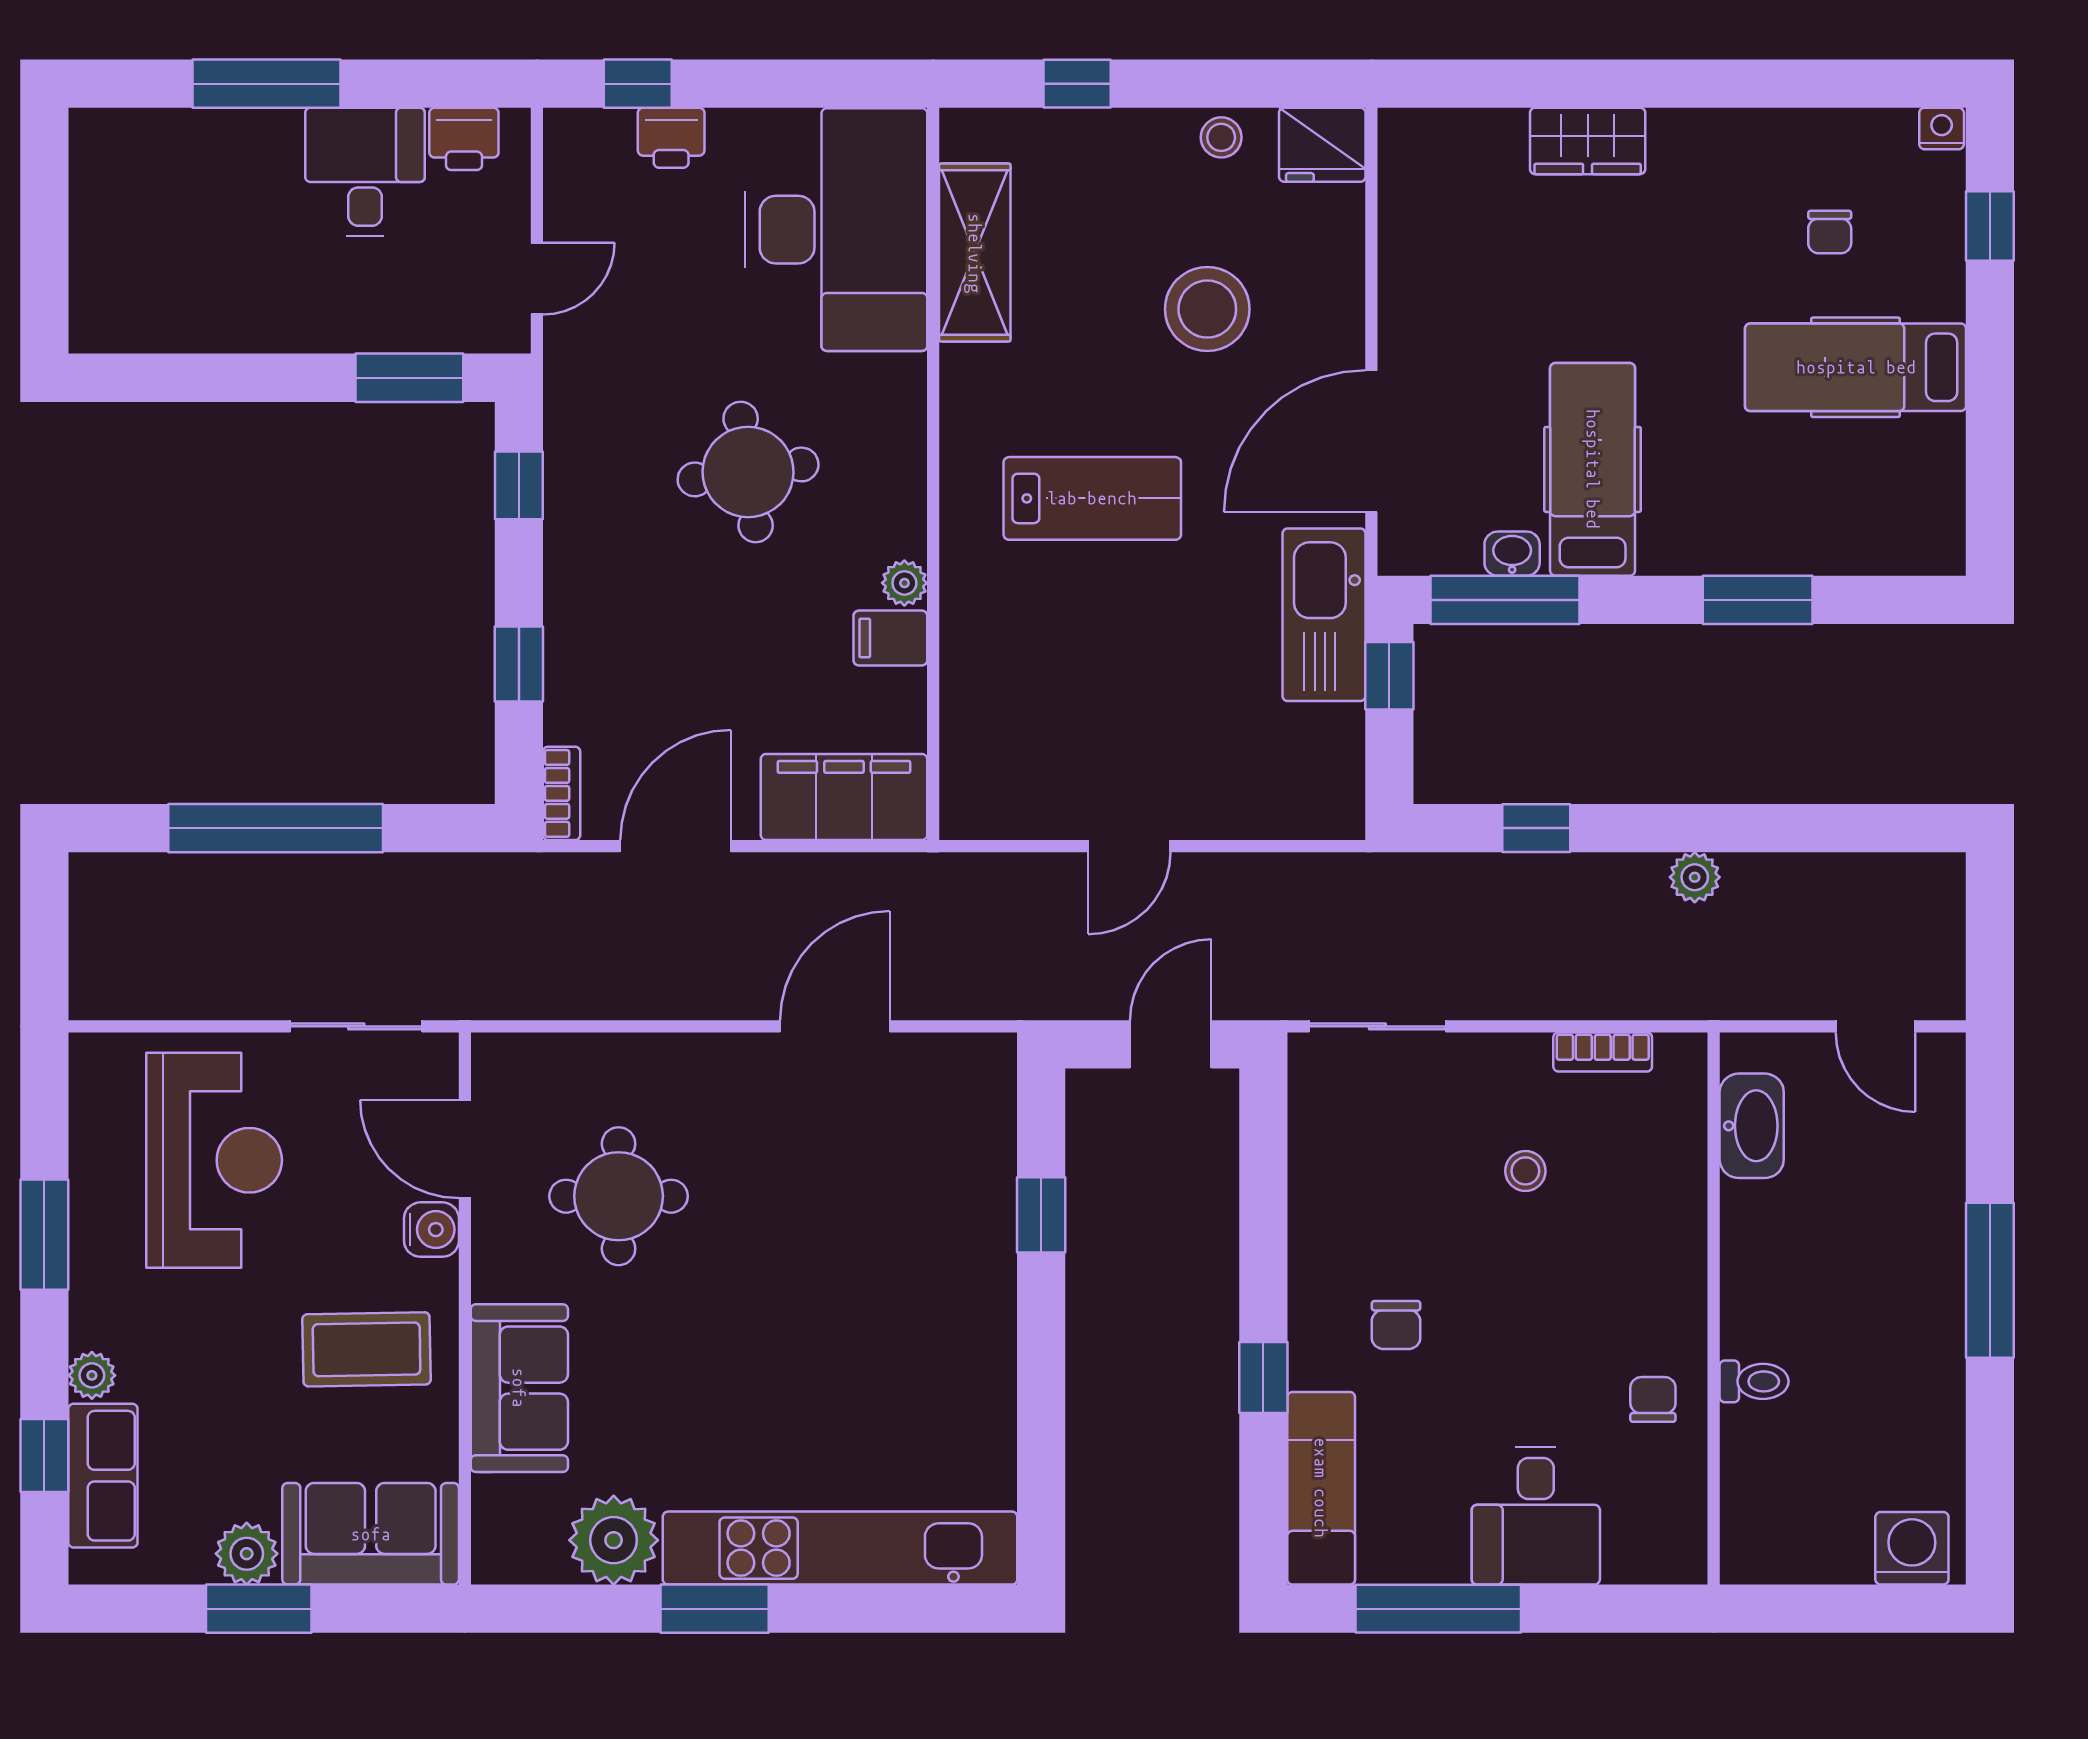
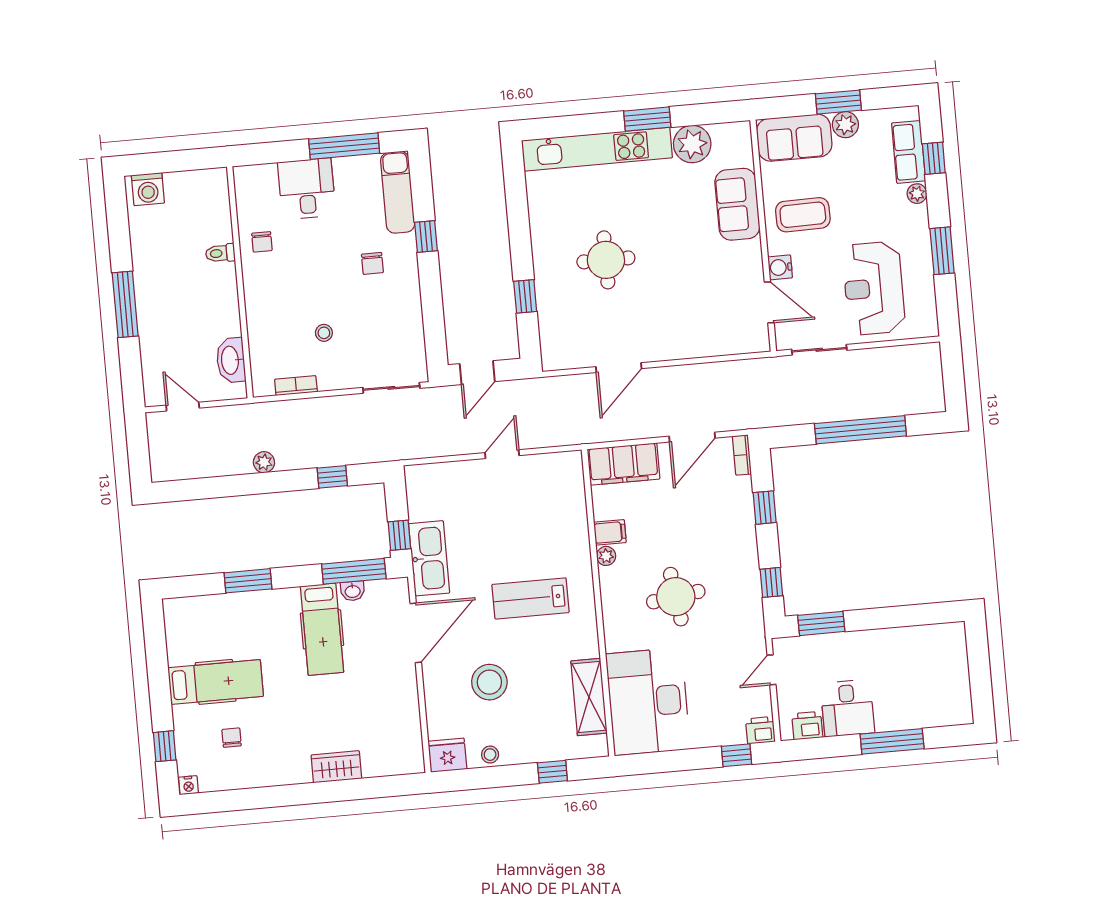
printer: (671, 138) -> (760, 730), moved
round table: (619, 1196) -> (606, 260), moved
chair: (1396, 1325) -> (372, 263), turned 180

